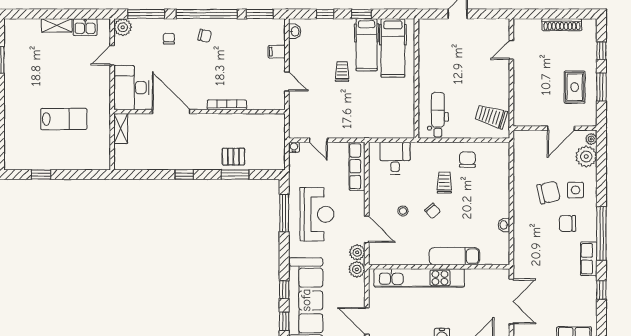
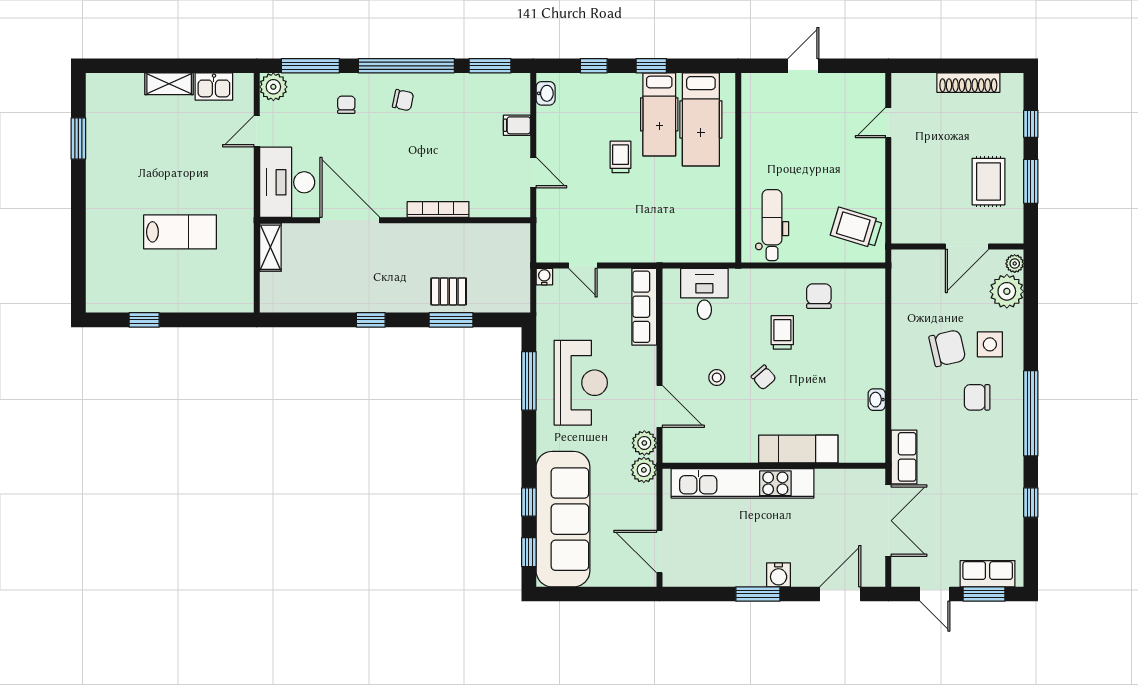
row of seats: (589, 259) -> (904, 457), moved, turned 180

